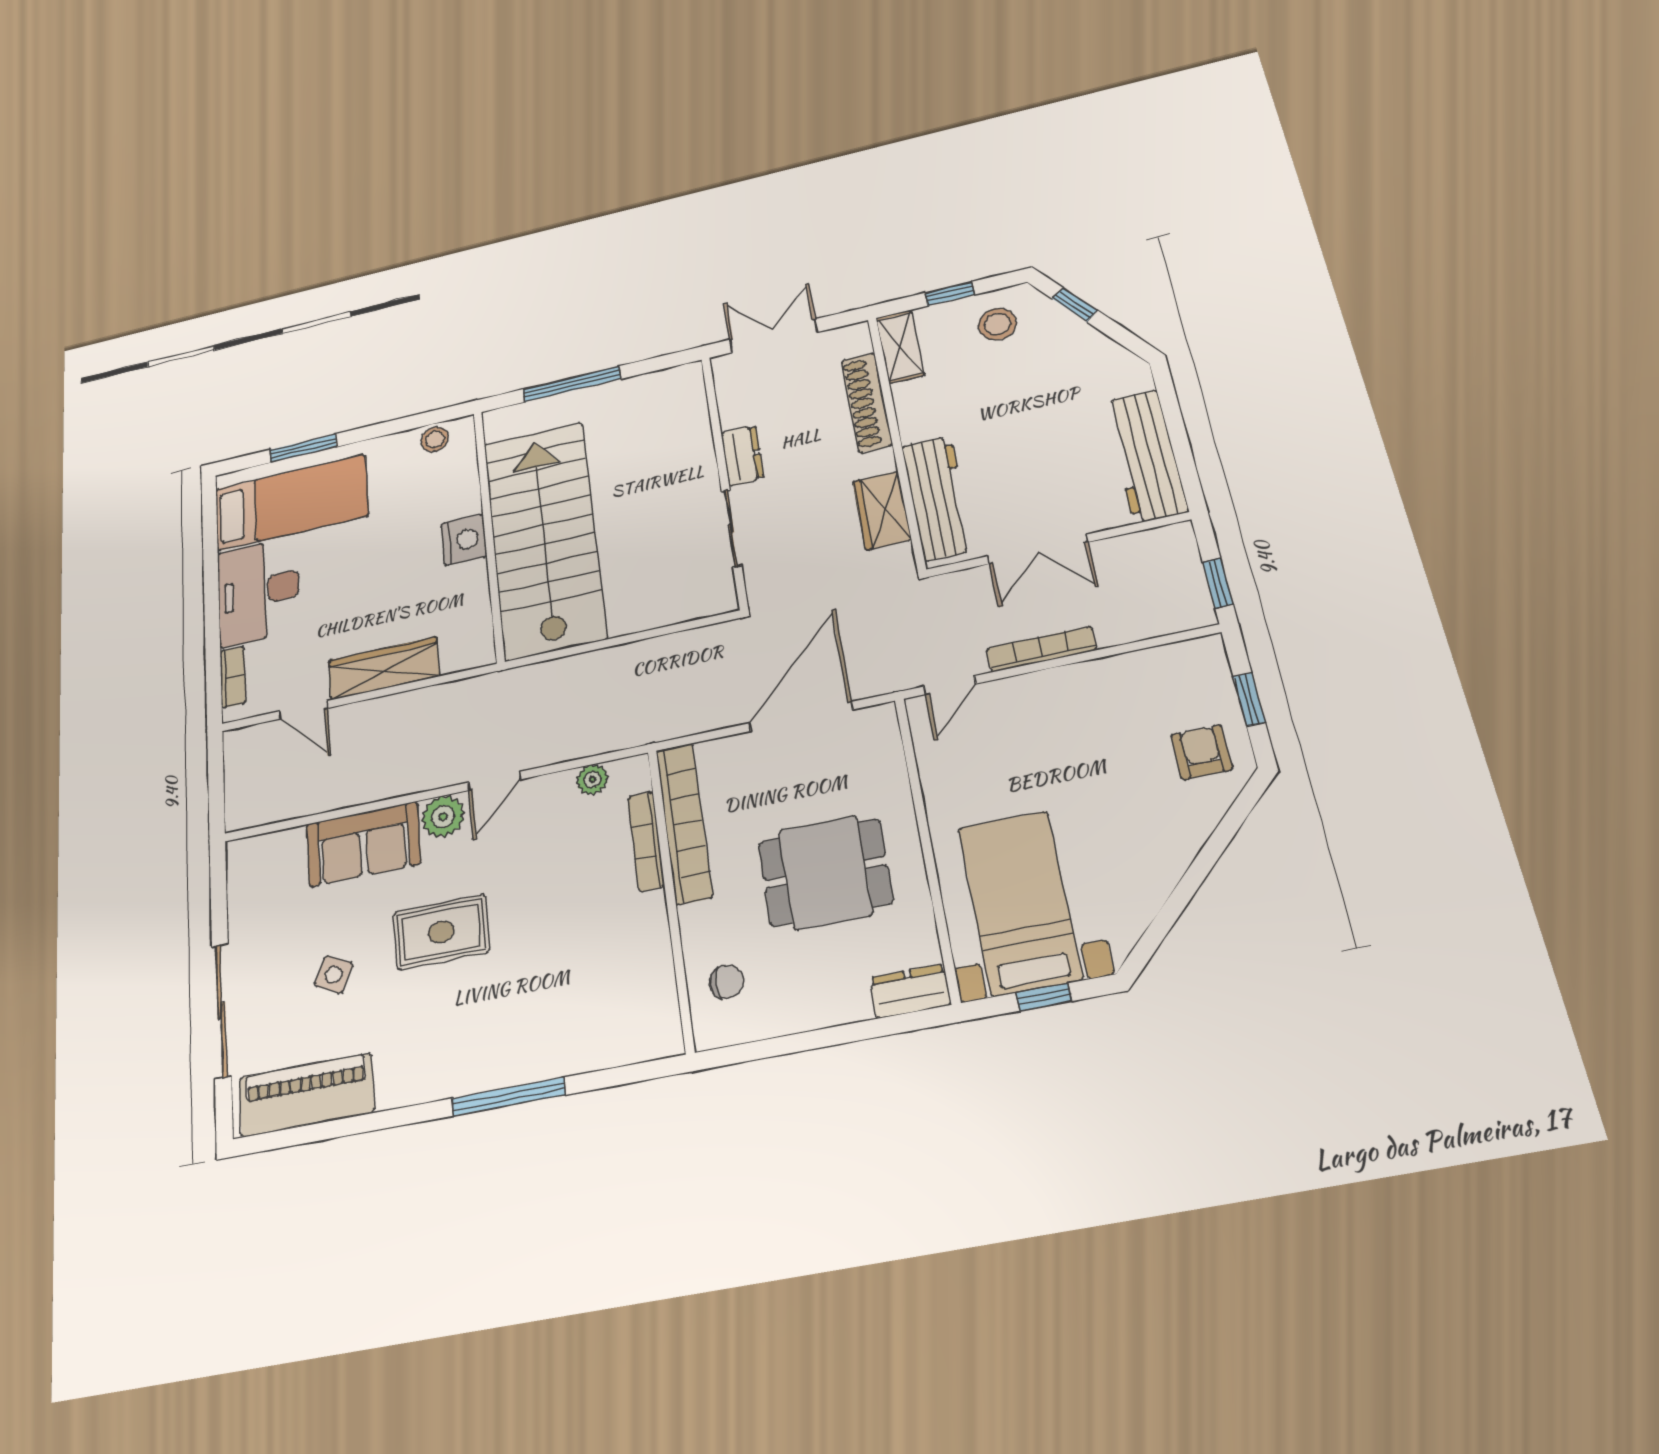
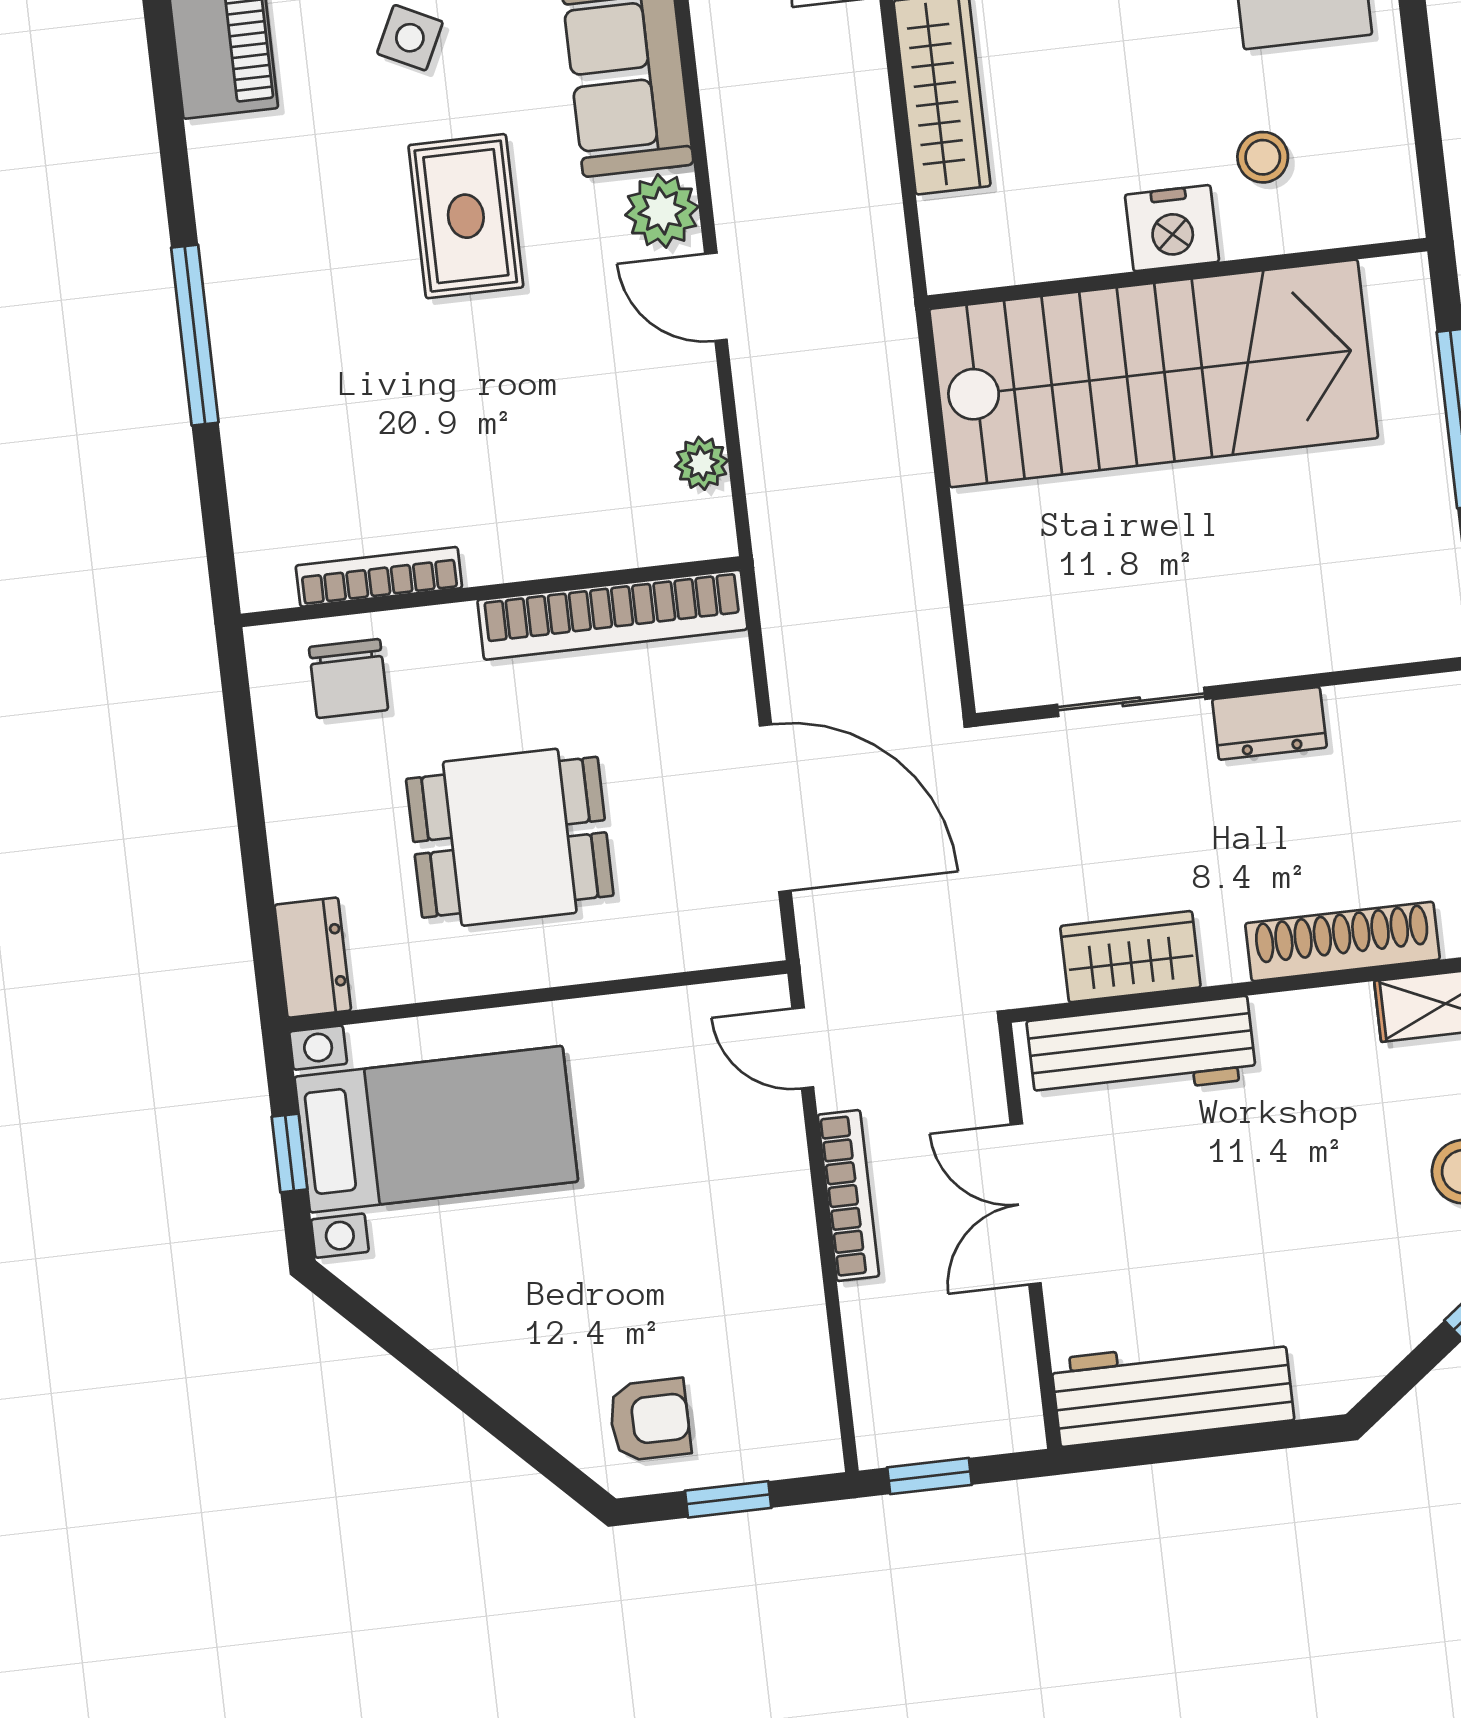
stool: (435, 439) -> (1263, 157), moved
bookcase: (646, 841) -> (379, 577), moved
dining table: (825, 873) -> (510, 837), turned 90
chair: (727, 982) -> (348, 679), width x1.37, depth x1.37

